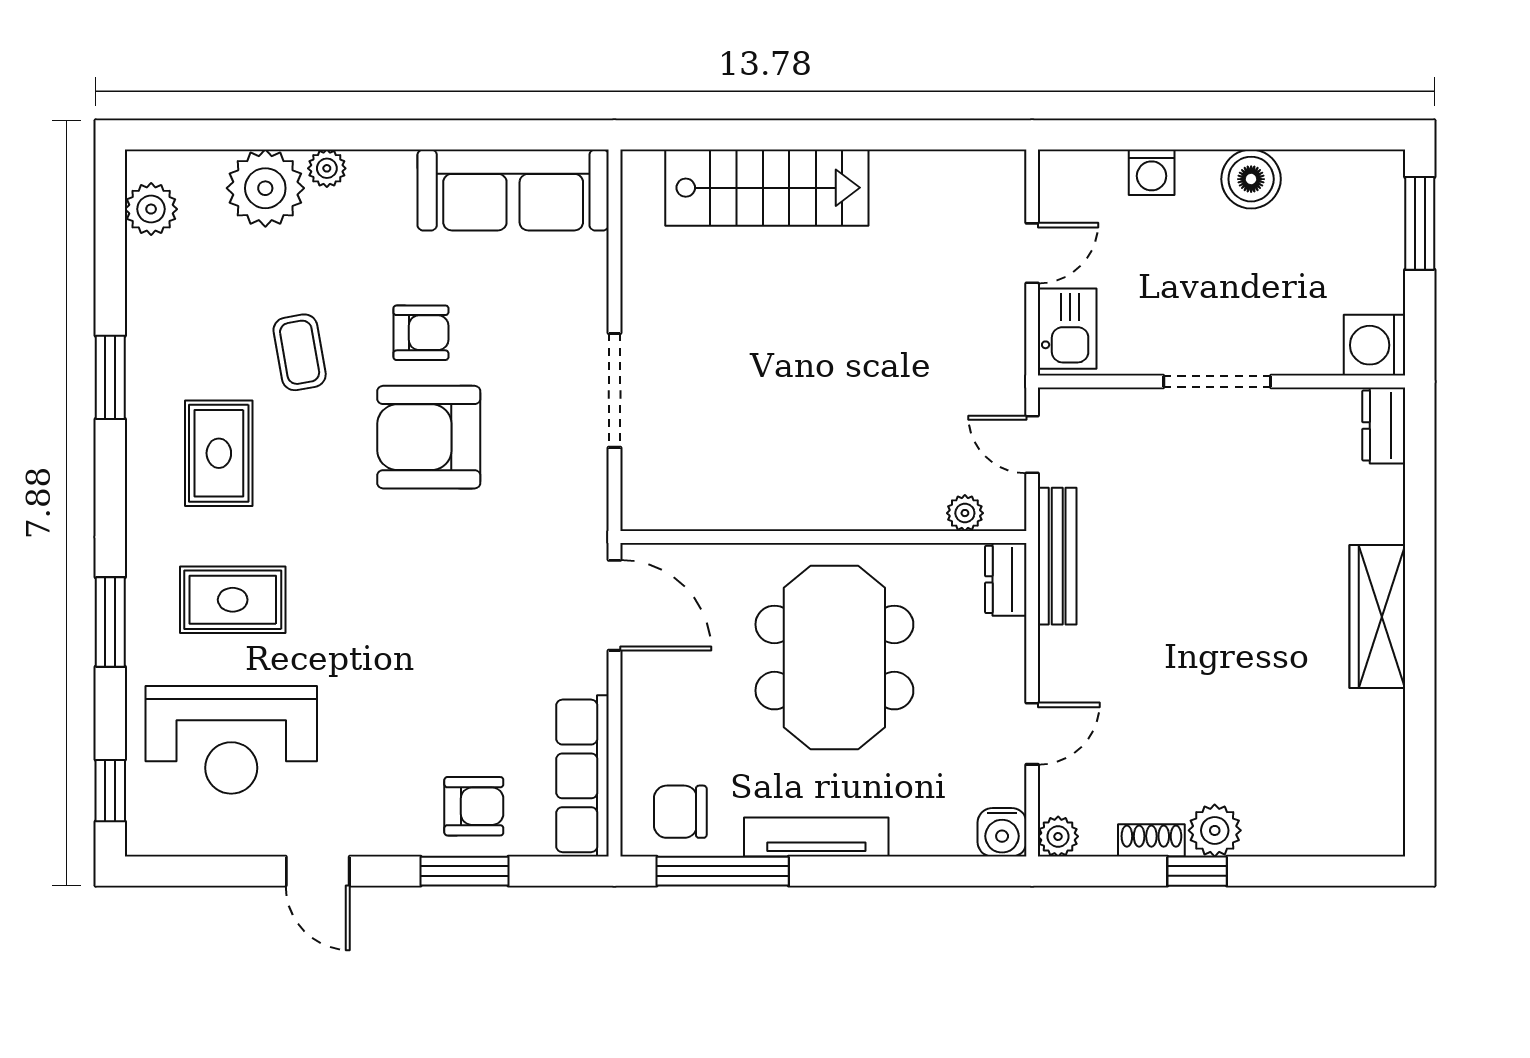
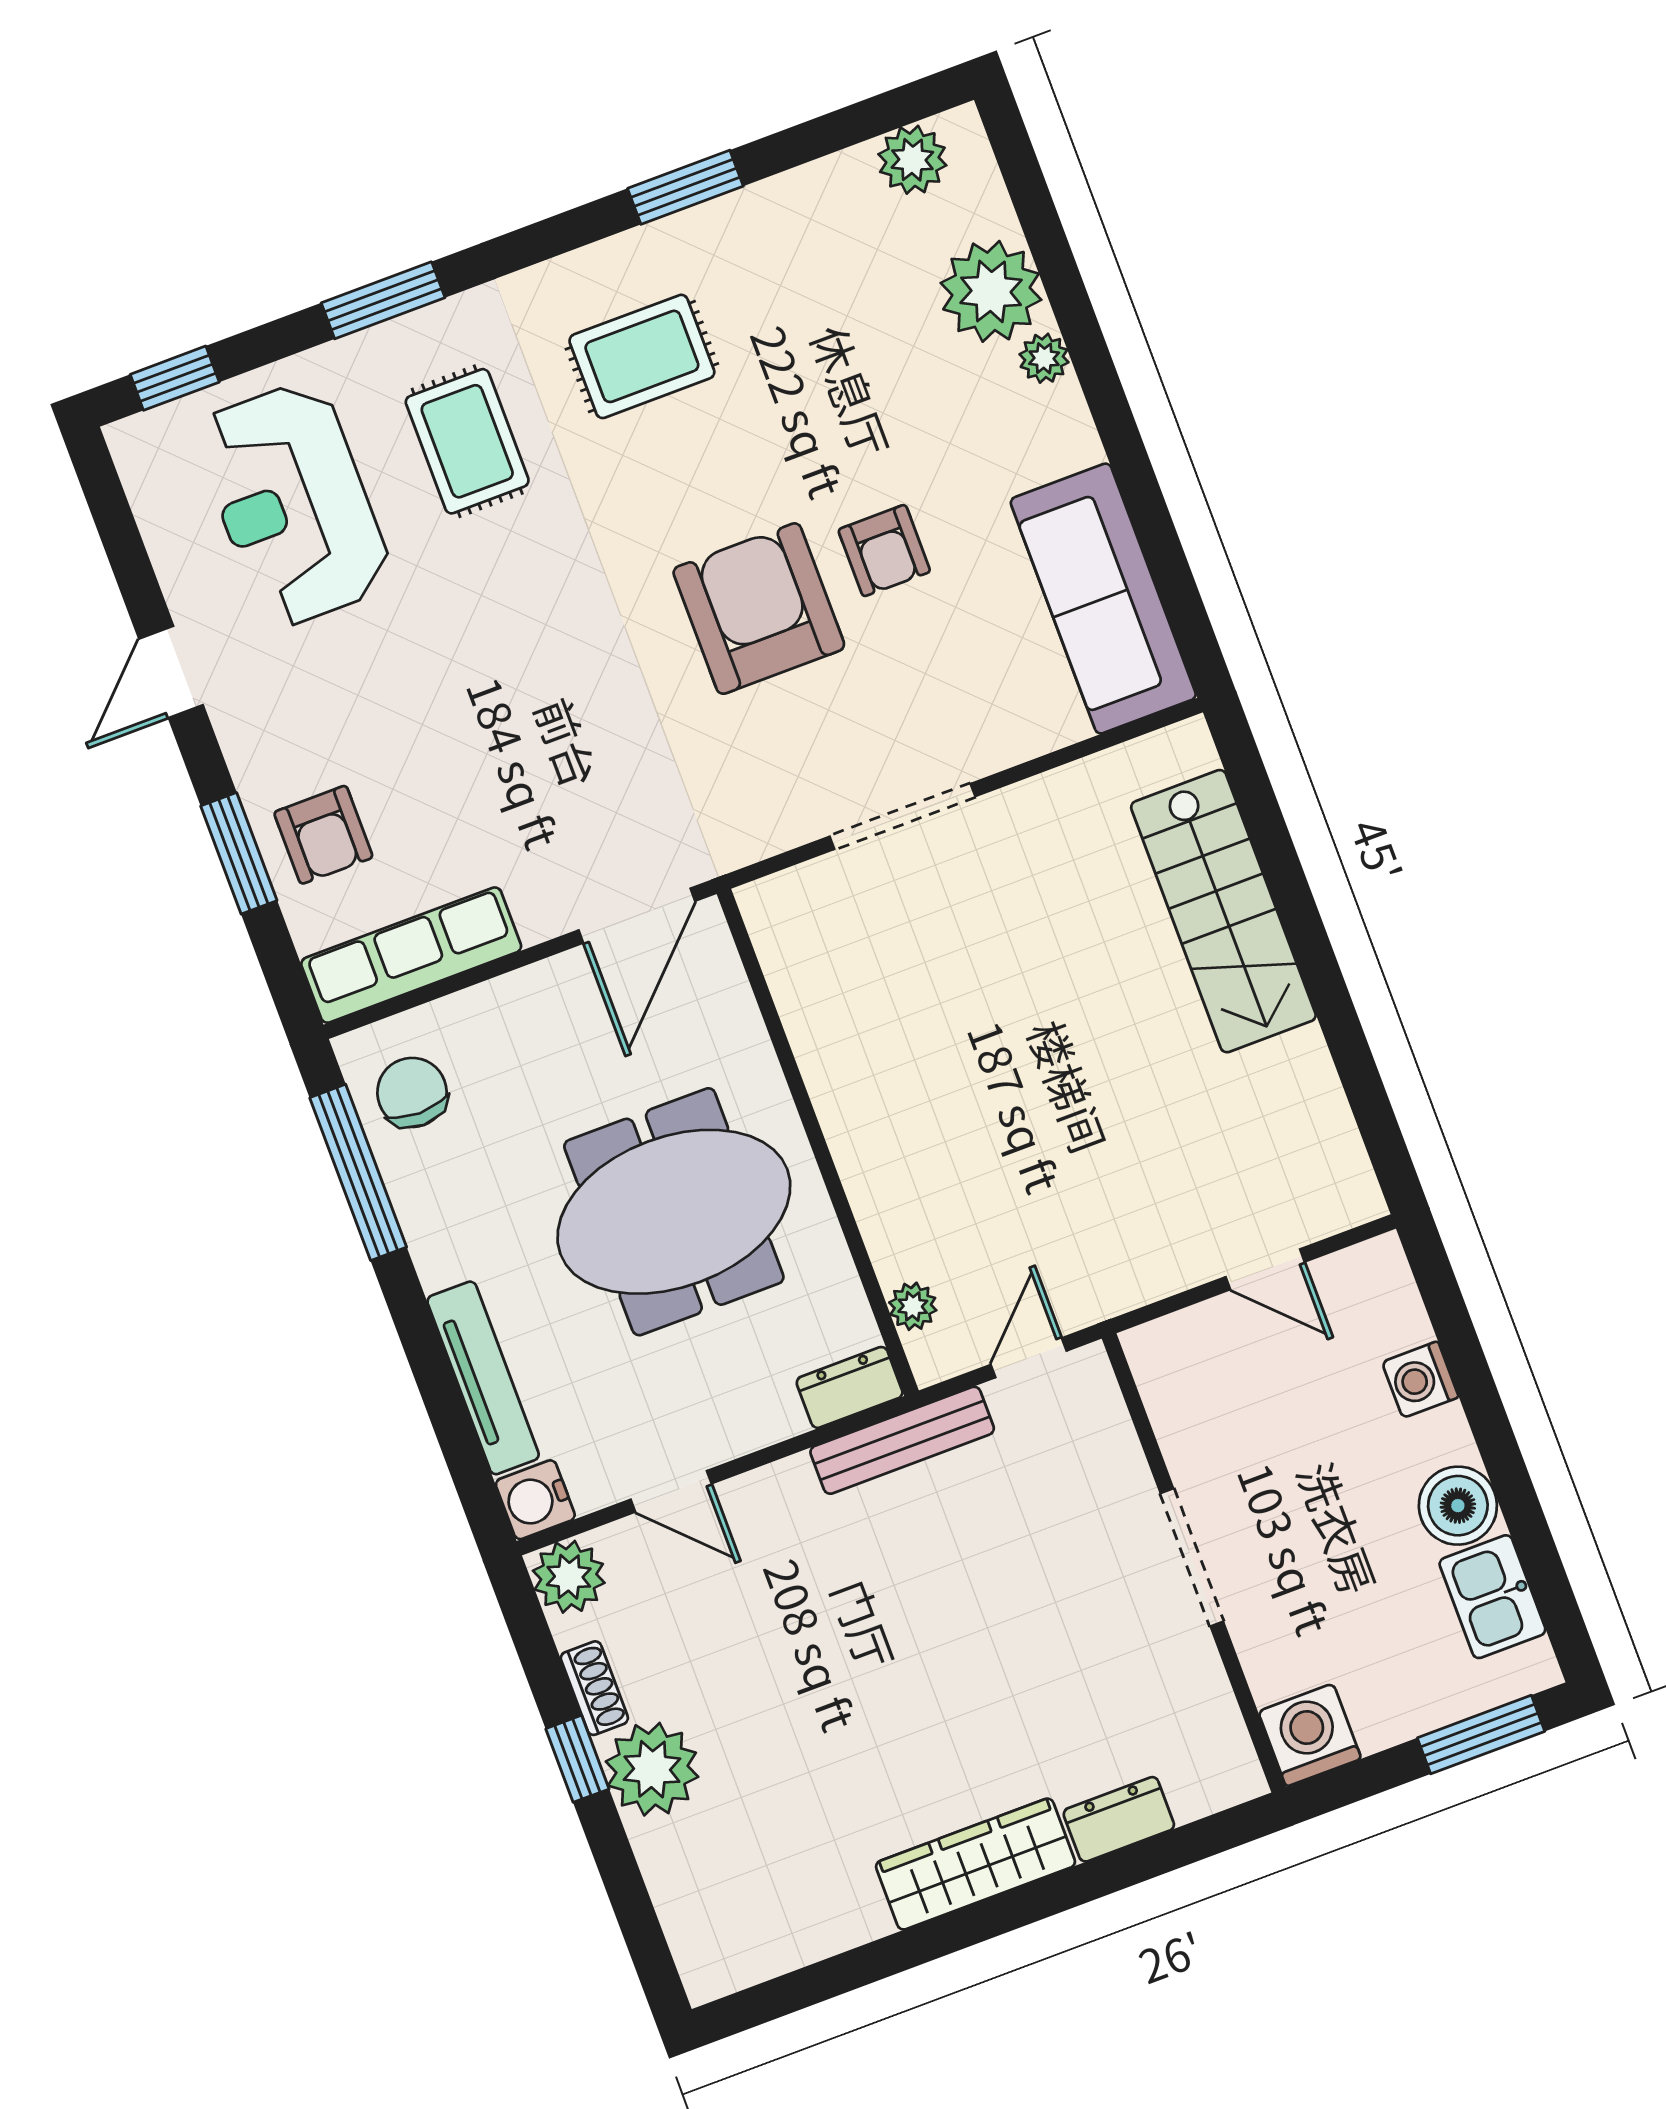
kitchen sink: (1067, 329) -> (1492, 1597), moved, turned 90
coffee table: (300, 352) -> (804, 410), removed
dresser: (1384, 426) -> (1119, 1819), moved
plant: (1215, 830) -> (652, 1769), width x1.36, depth x1.36
plant: (1058, 836) -> (569, 1577), width x1.38, depth x1.38
tv unit: (816, 837) -> (483, 1378), moved

